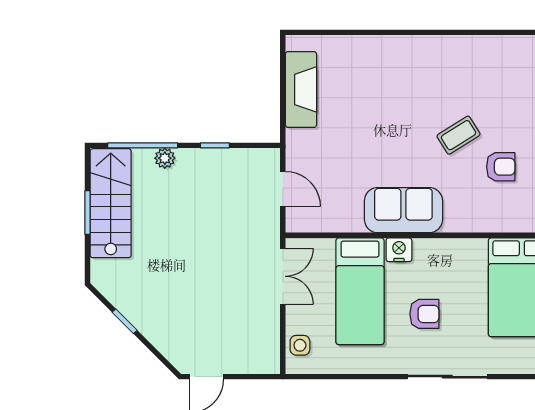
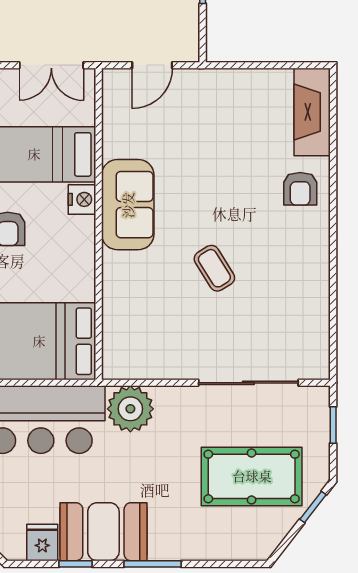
fireplace: (301, 89) -> (312, 112), moved, turned 90
armchair: (501, 167) -> (300, 189), moved

